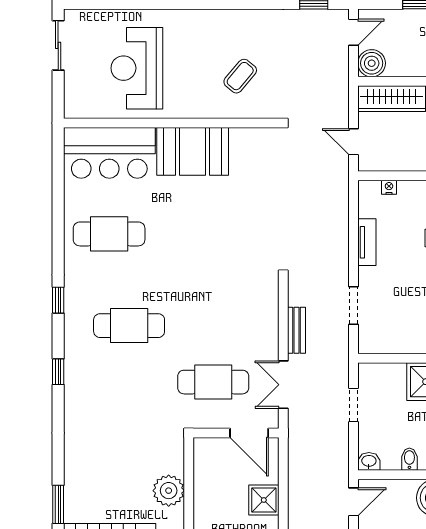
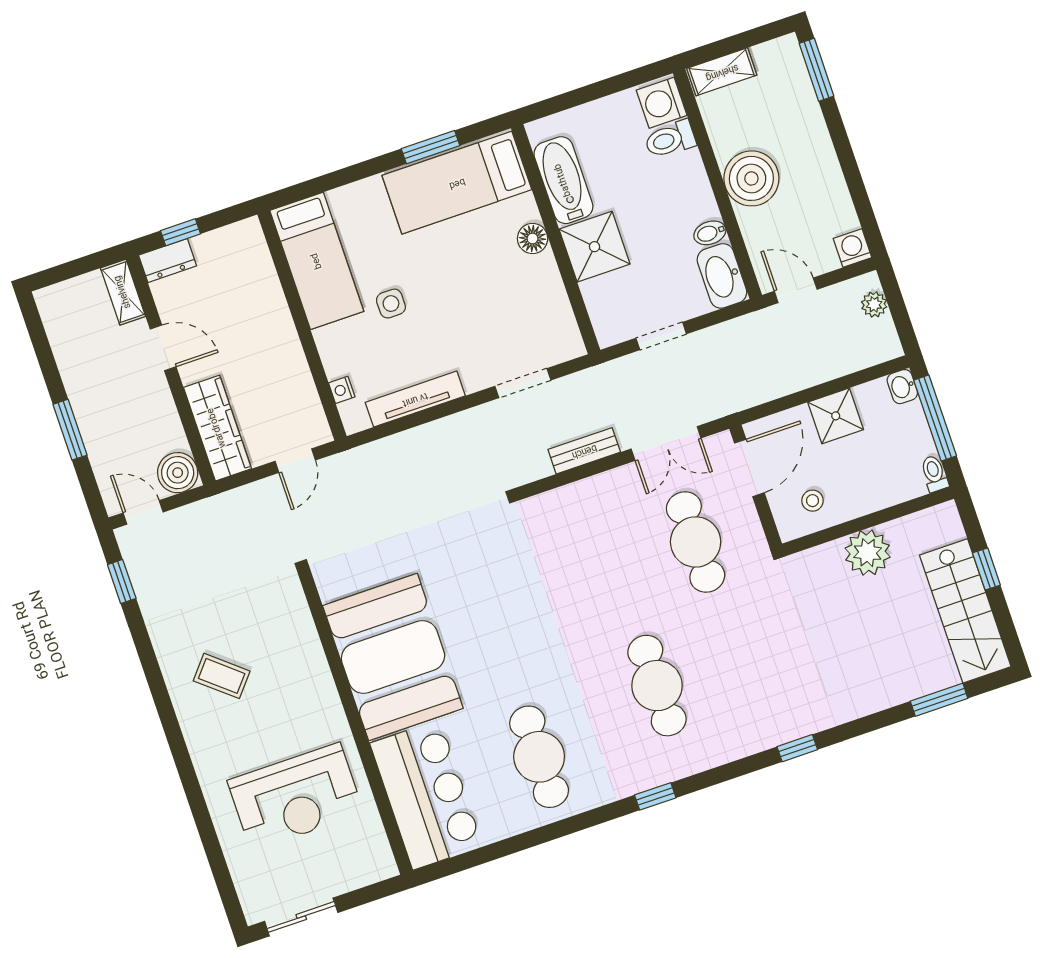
coffee table: (240, 76) -> (222, 676), moved
booth: (193, 151) -> (393, 657), width x1.36, depth x1.42
tv unit: (367, 242) -> (415, 399), width x1.41
window: (58, 372) -> (797, 748), moved
washbasin: (369, 461) -> (722, 276), width x1.91, depth x1.45
stool: (214, 466) -> (813, 501), added

